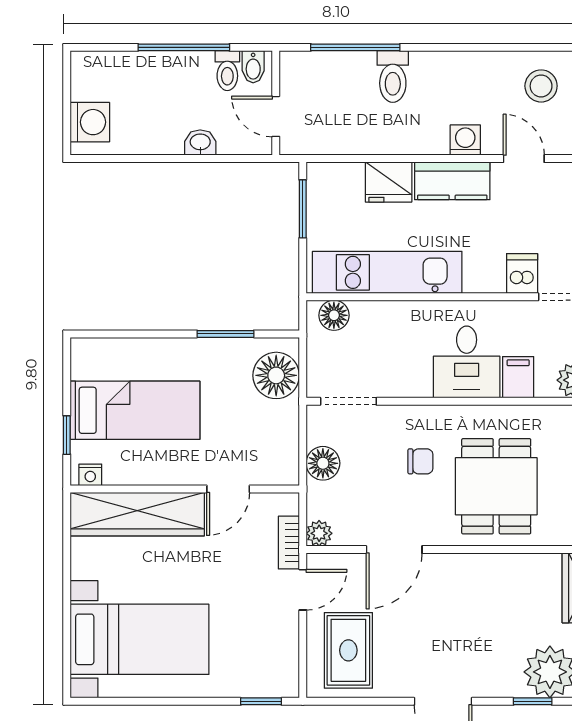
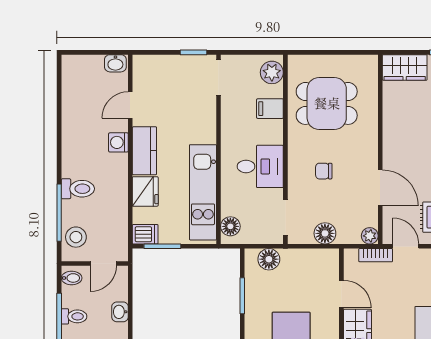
toilet: (227, 71) -> (74, 316), moved
stool: (541, 86) -> (76, 237), moved
dishwasher: (522, 273) -> (145, 234), moved, turned 180
desk: (467, 362) -> (260, 166), moved
floor lamp: (276, 375) -> (269, 259), width x0.73, depth x0.73
chair: (420, 461) -> (324, 171), turned -90
dining table: (496, 486) -> (327, 103), moved

